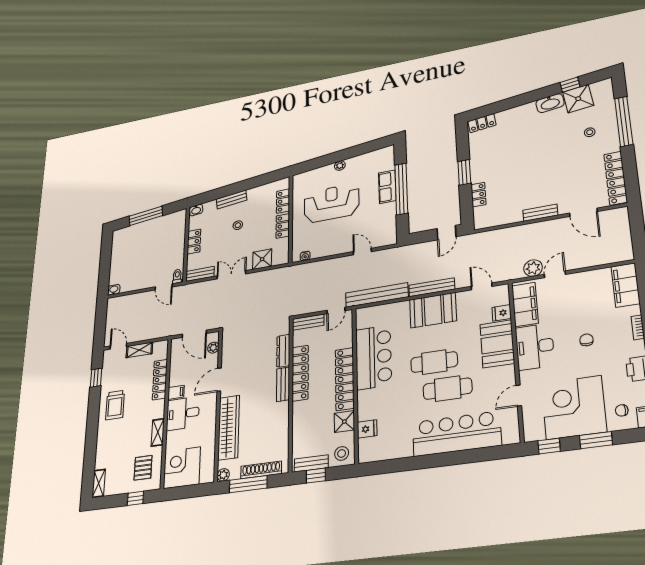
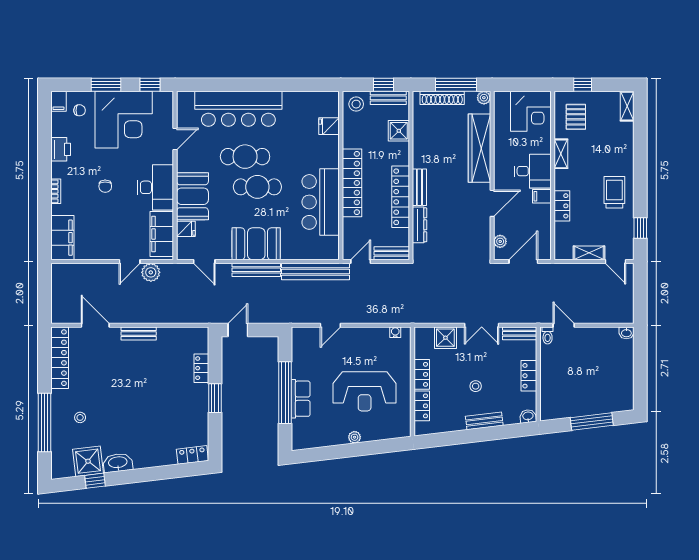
door: (362, 252) -> (330, 325), hinge flipped
door: (194, 334) -> (523, 262), hinge flipped
locker: (160, 380) -> (562, 206), width x0.66
shower: (344, 421) -> (399, 131), moved

